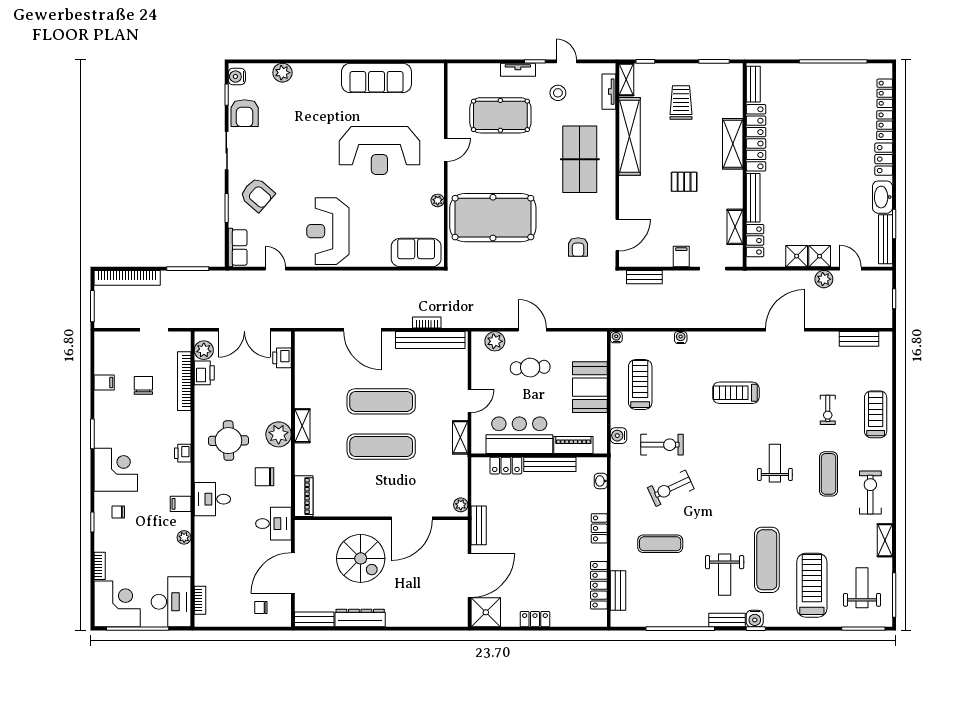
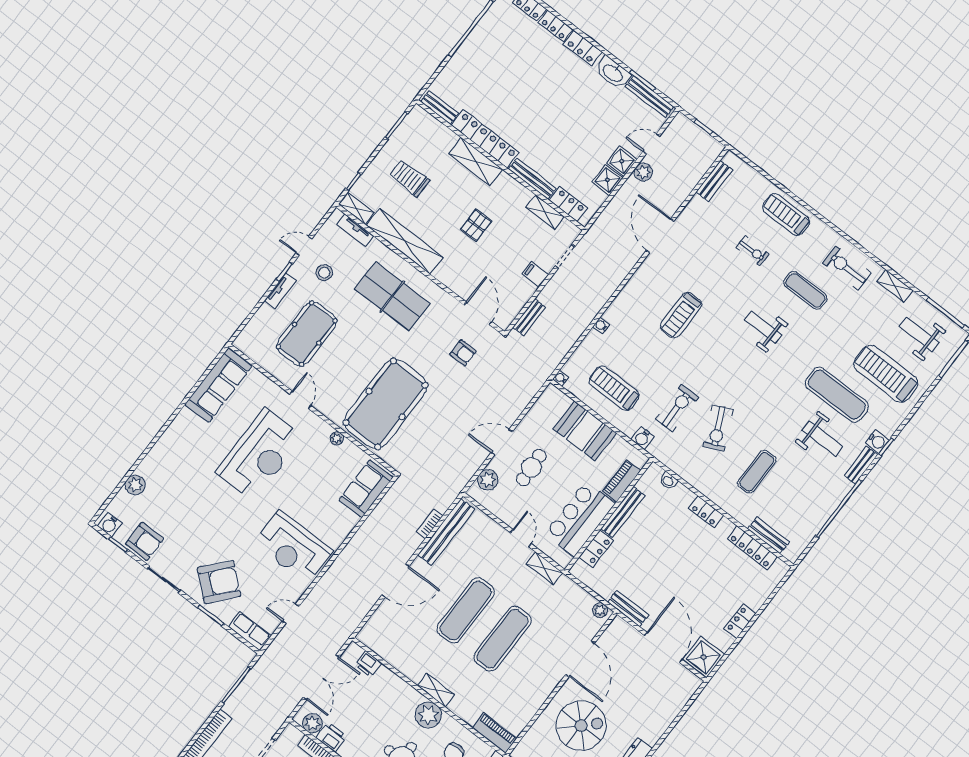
sofa: (376, 78) -> (218, 385), moved
armchair: (257, 195) -> (219, 582), width x1.36, depth x1.36

